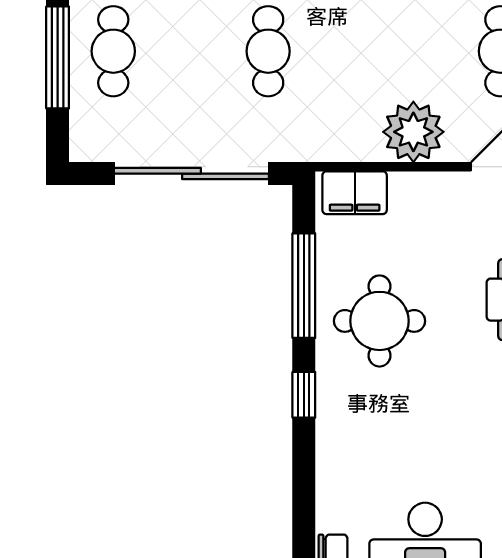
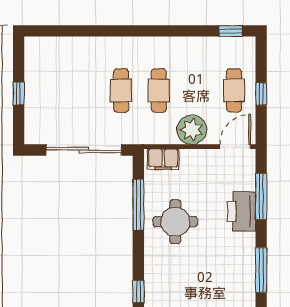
cafe table: (113, 51) -> (159, 90), moved
window: (58, 57) -> (19, 94), width x0.46
window: (304, 395) -> (138, 292), moved

